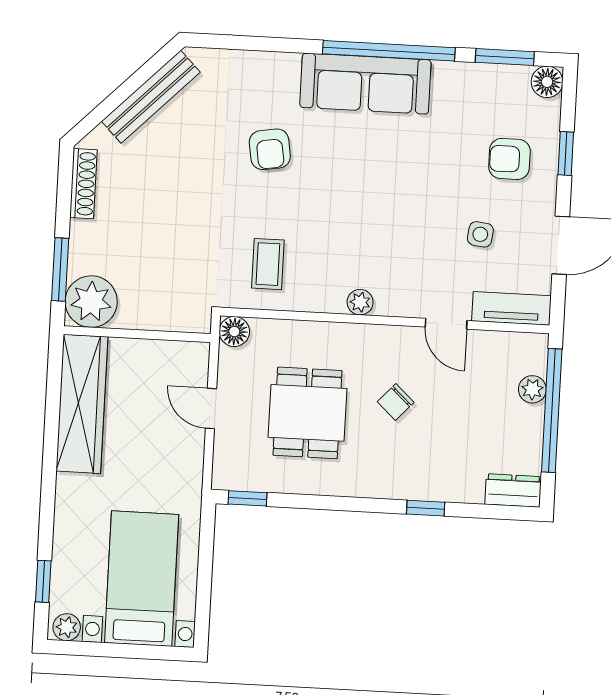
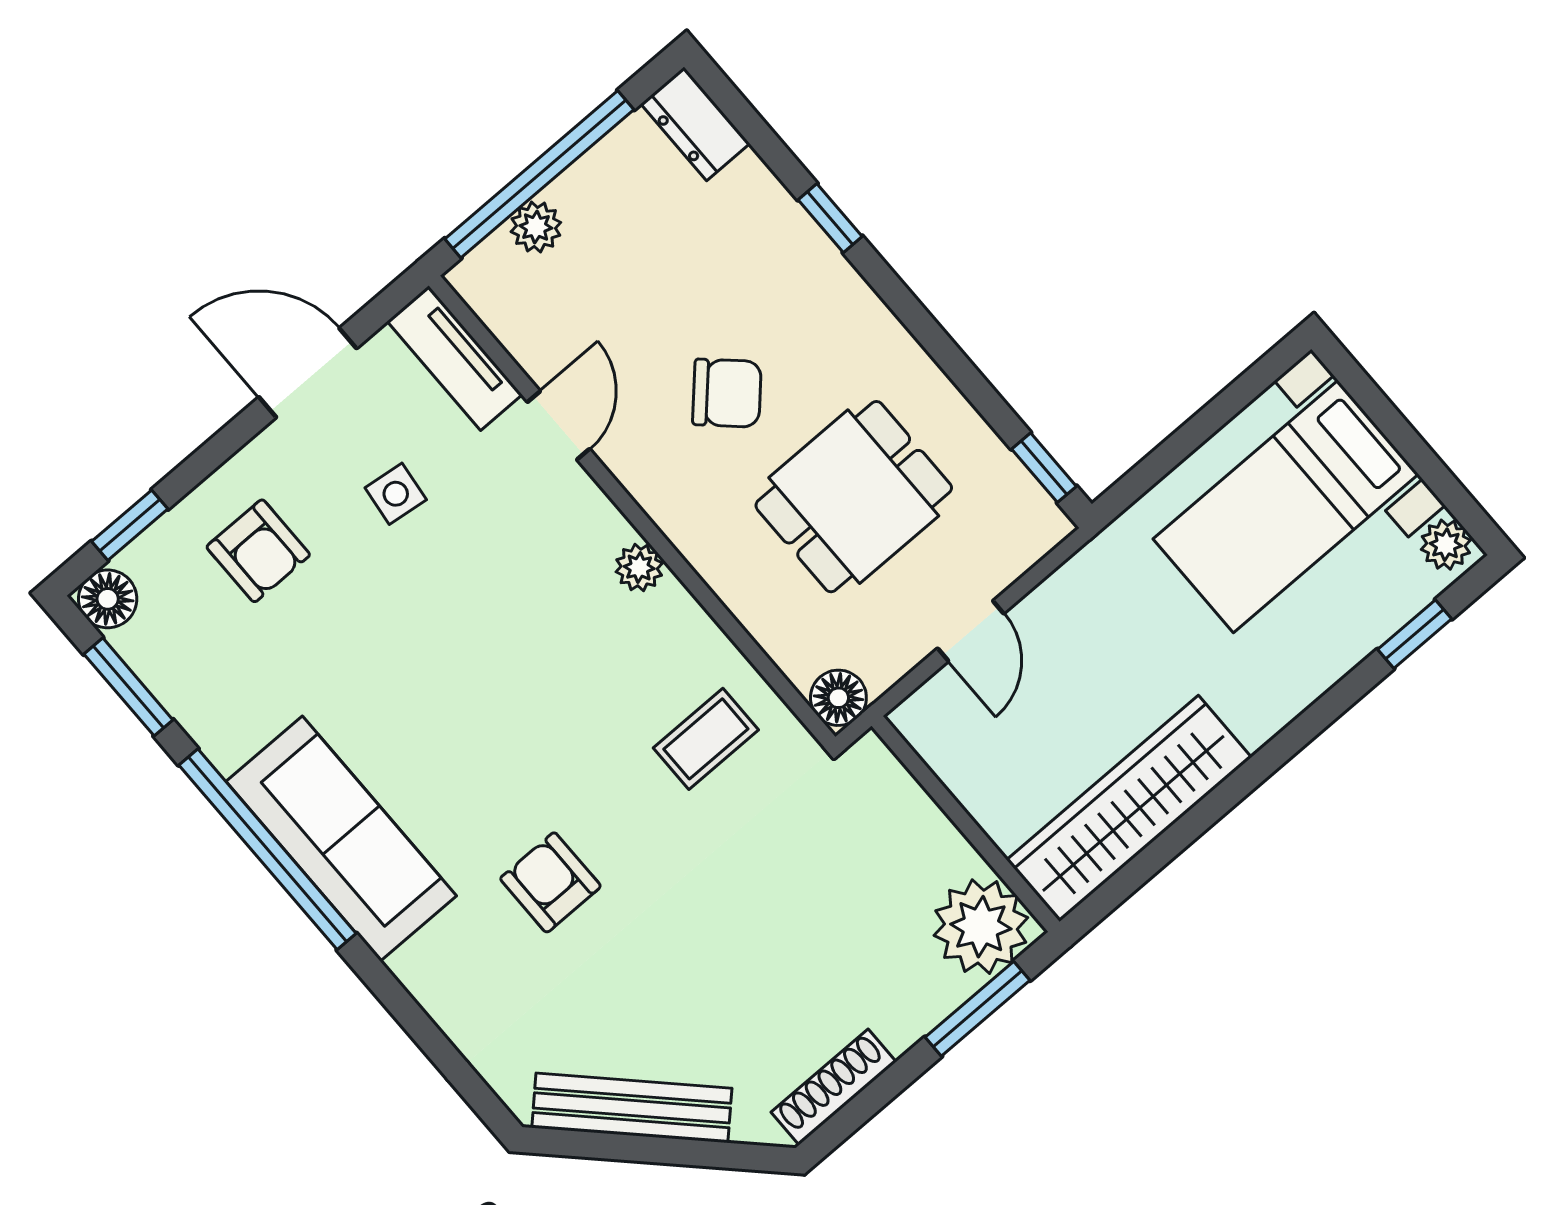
armchair: (270, 149) -> (550, 882), turned -81
window: (566, 154) -> (130, 525), moved
chair: (396, 402) -> (727, 393), width x1.37, depth x1.37

